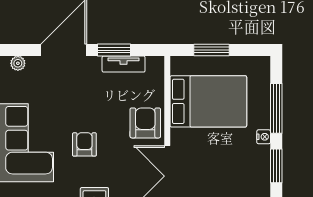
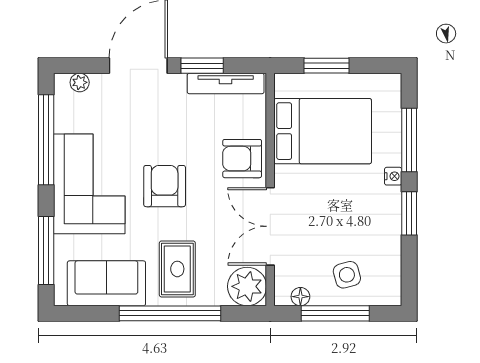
tv unit: (124, 64) -> (226, 83), width x1.41
armchair: (145, 123) -> (242, 159), turned -90
armchair: (84, 144) -> (165, 186), width x1.38, depth x1.38

